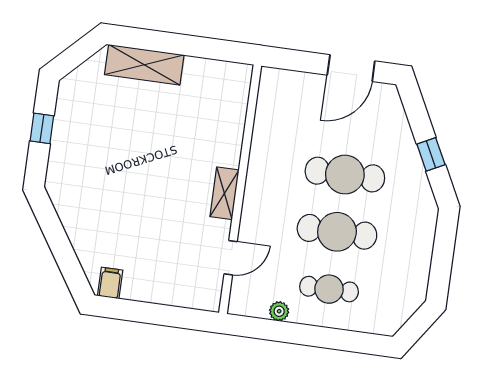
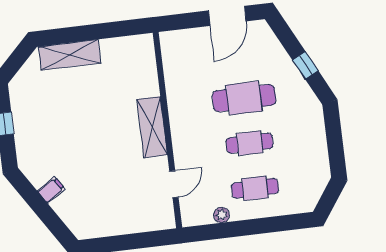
shelving: (224, 193) -> (152, 127), width x1.50, depth x1.33
cafe table: (337, 232) -> (249, 143), width x0.73, depth x0.74
filing cabinet: (110, 283) -> (51, 190), moved, turned 57

